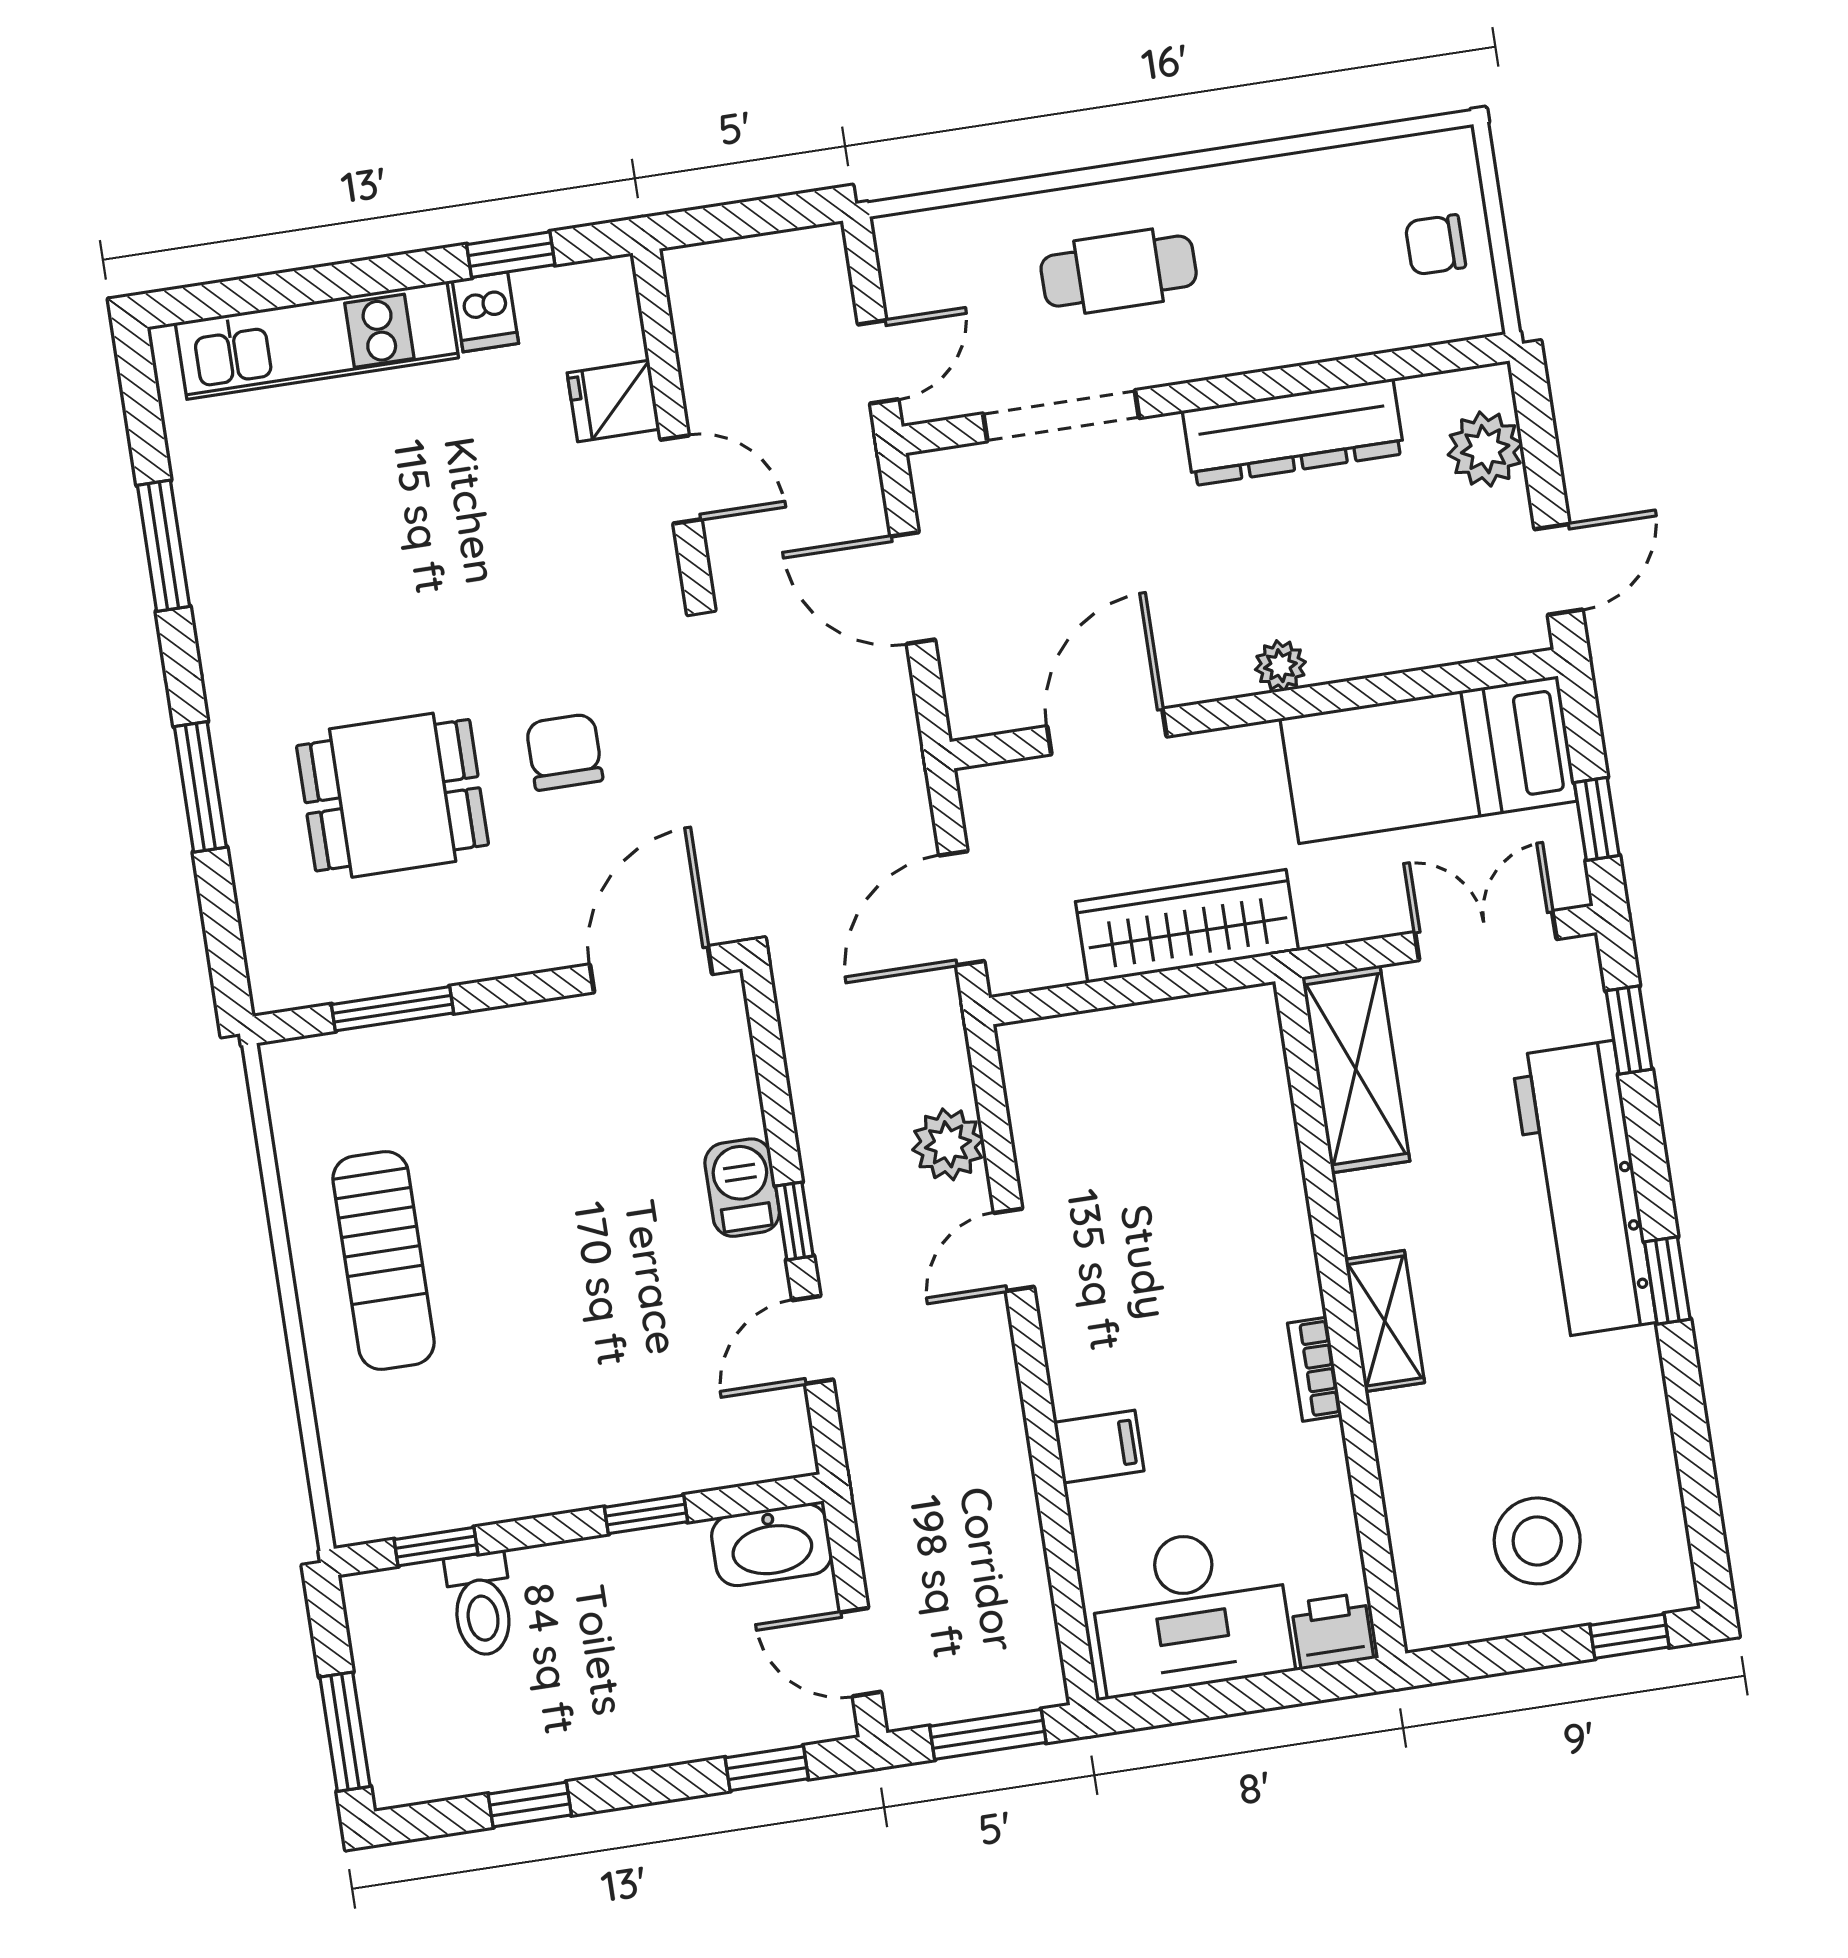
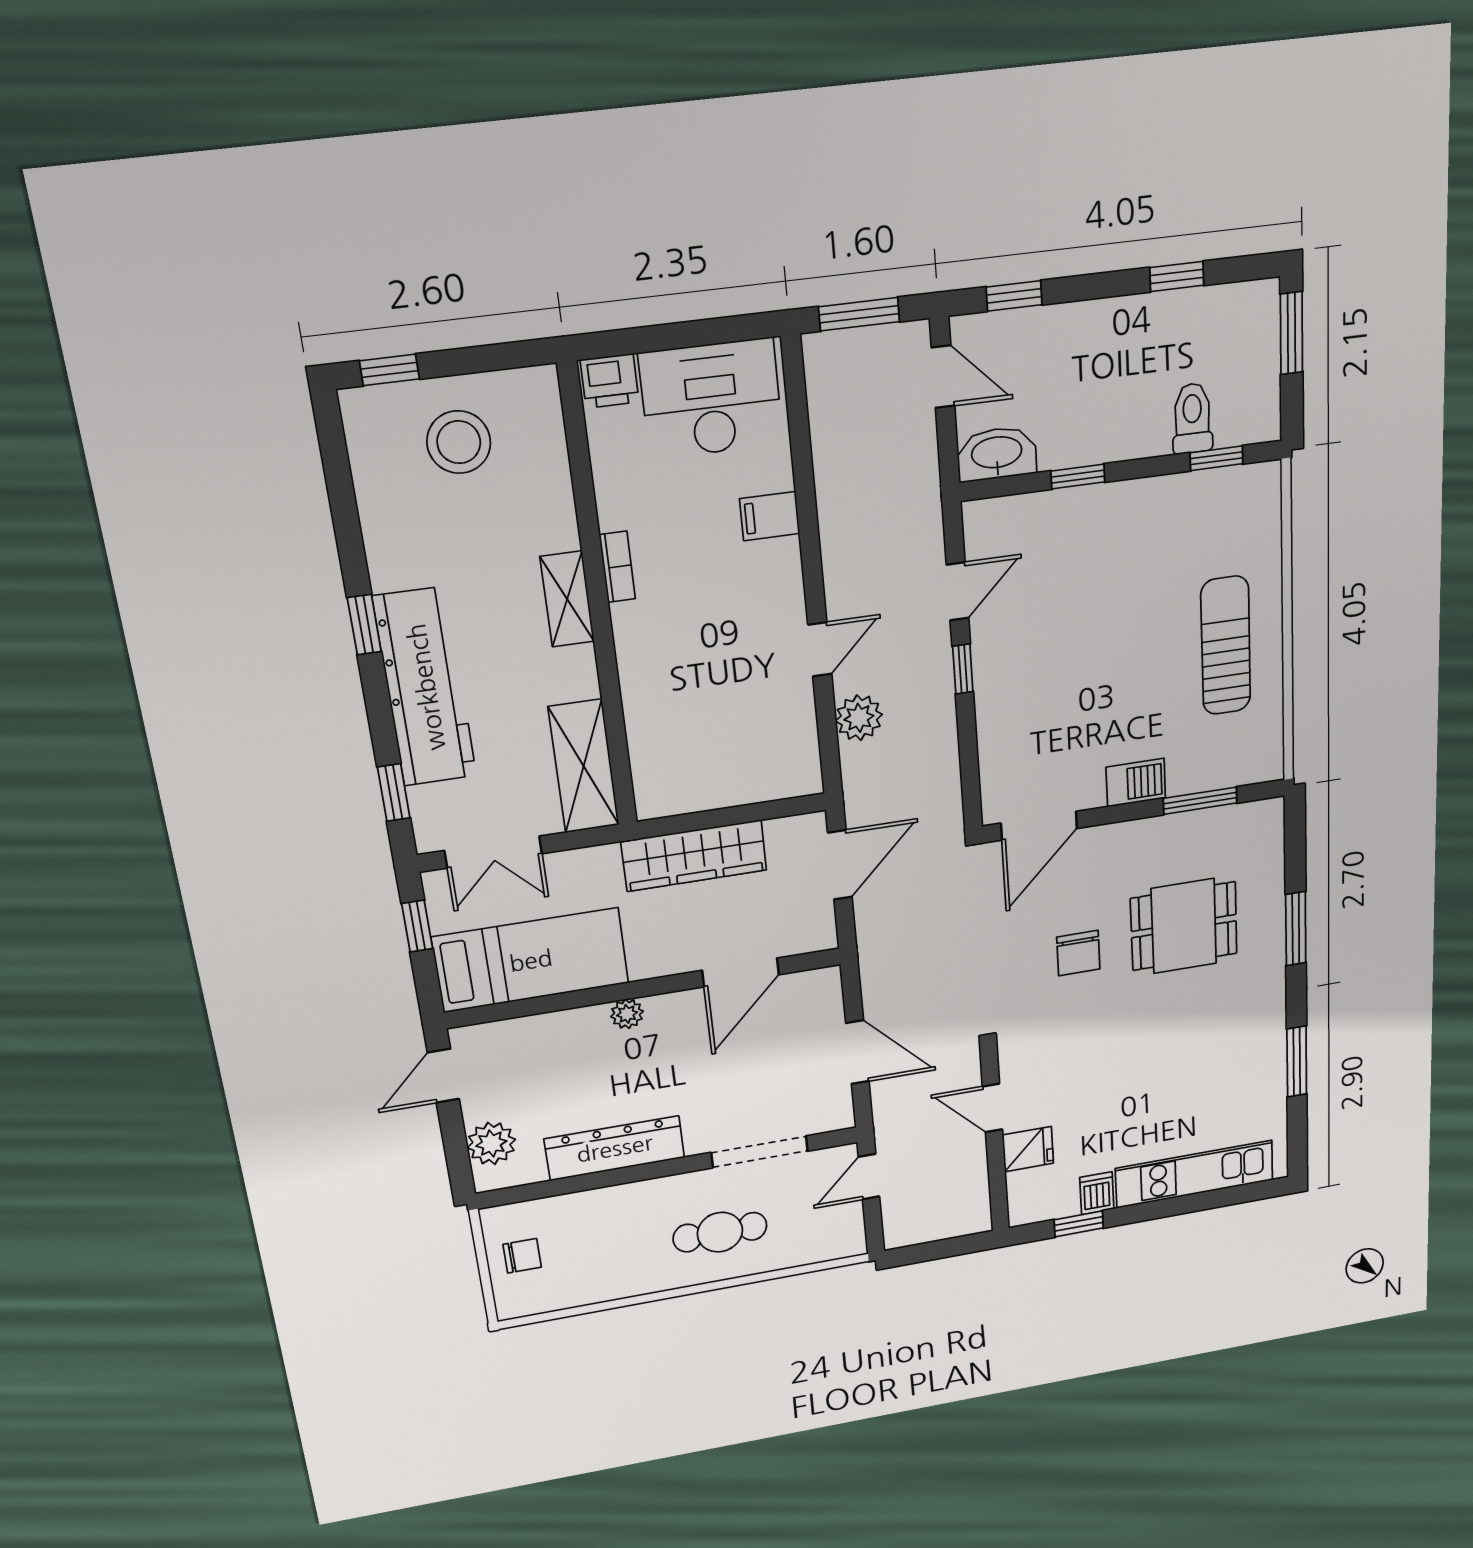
barbecue: (742, 1188) -> (1136, 783), moved, turned -90

